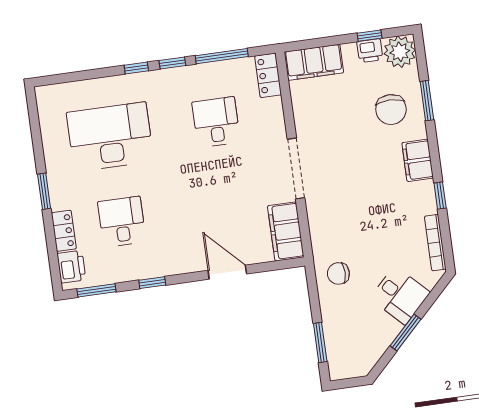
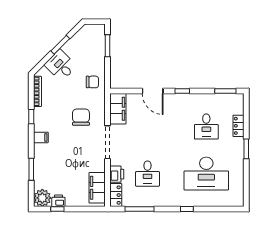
filing cabinet: (314, 62) -> (97, 188), moved, turned -90
window: (172, 63) -> (167, 209), removed
chair: (391, 110) -> (81, 117), moved
filing cabinet: (418, 160) -> (41, 137), width x0.50
printer: (71, 267) -> (117, 174), moved, turned 180
window: (152, 283) -> (182, 91), moved

